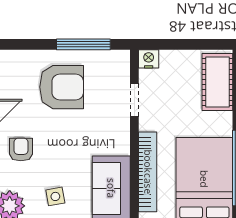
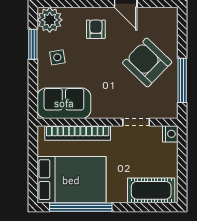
armchair: (62, 87) -> (147, 63), turned 134
armchair: (21, 150) -> (96, 29), turned -90

